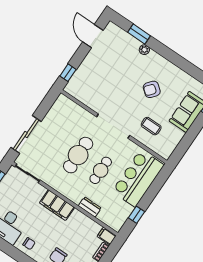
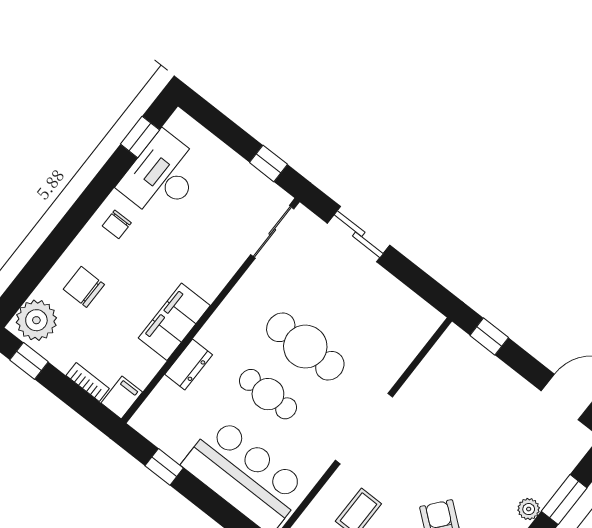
sliding door: (26, 134) -> (359, 234), width x0.73
filing cabinet: (57, 205) -> (174, 322), moved

